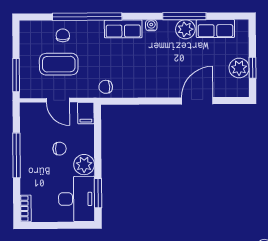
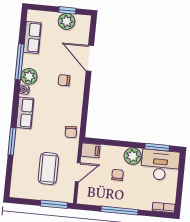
window: (87, 17) -> (12, 141), width x0.47
plant: (185, 29) -> (29, 76), moved
chair: (63, 35) -> (64, 80), moved

